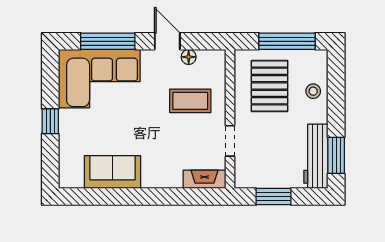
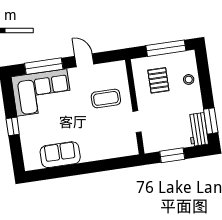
floor lamp: (189, 57) -> (100, 69), removed
pallet: (269, 86) -> (158, 80), width x0.67, depth x0.71
workbench: (316, 156) -> (198, 129), width x0.73
fireplace: (205, 179) -> (124, 150), removed

